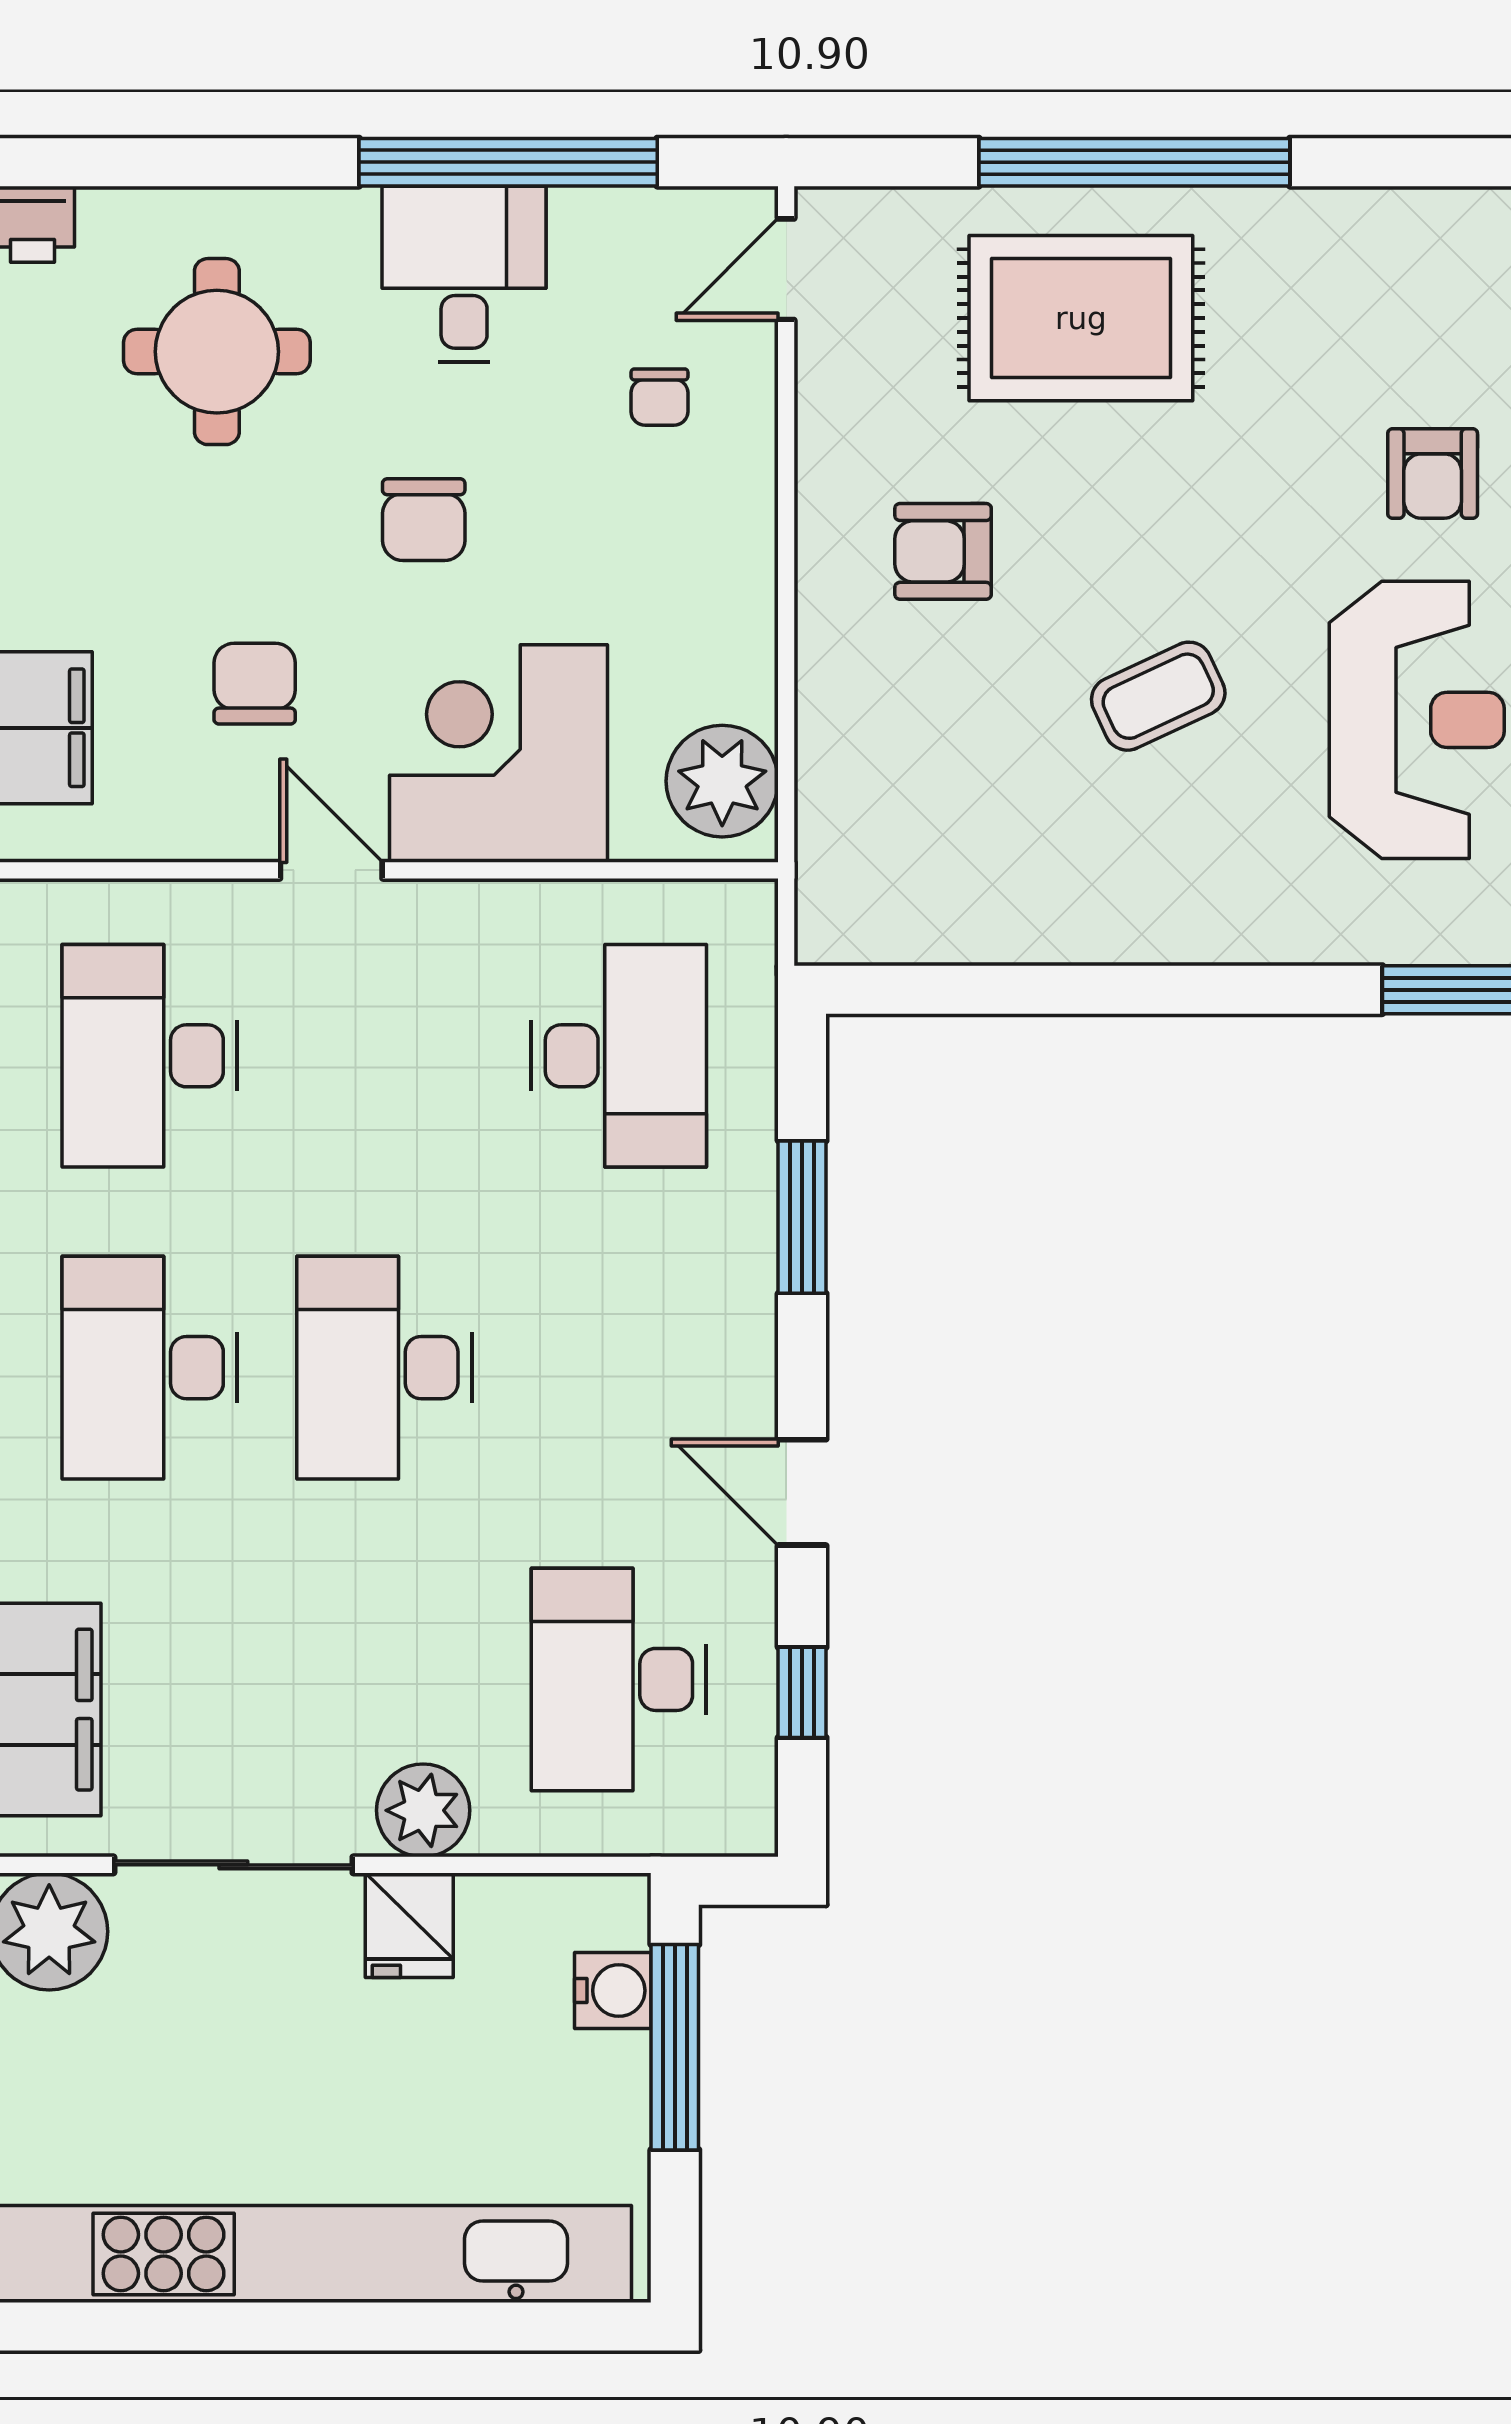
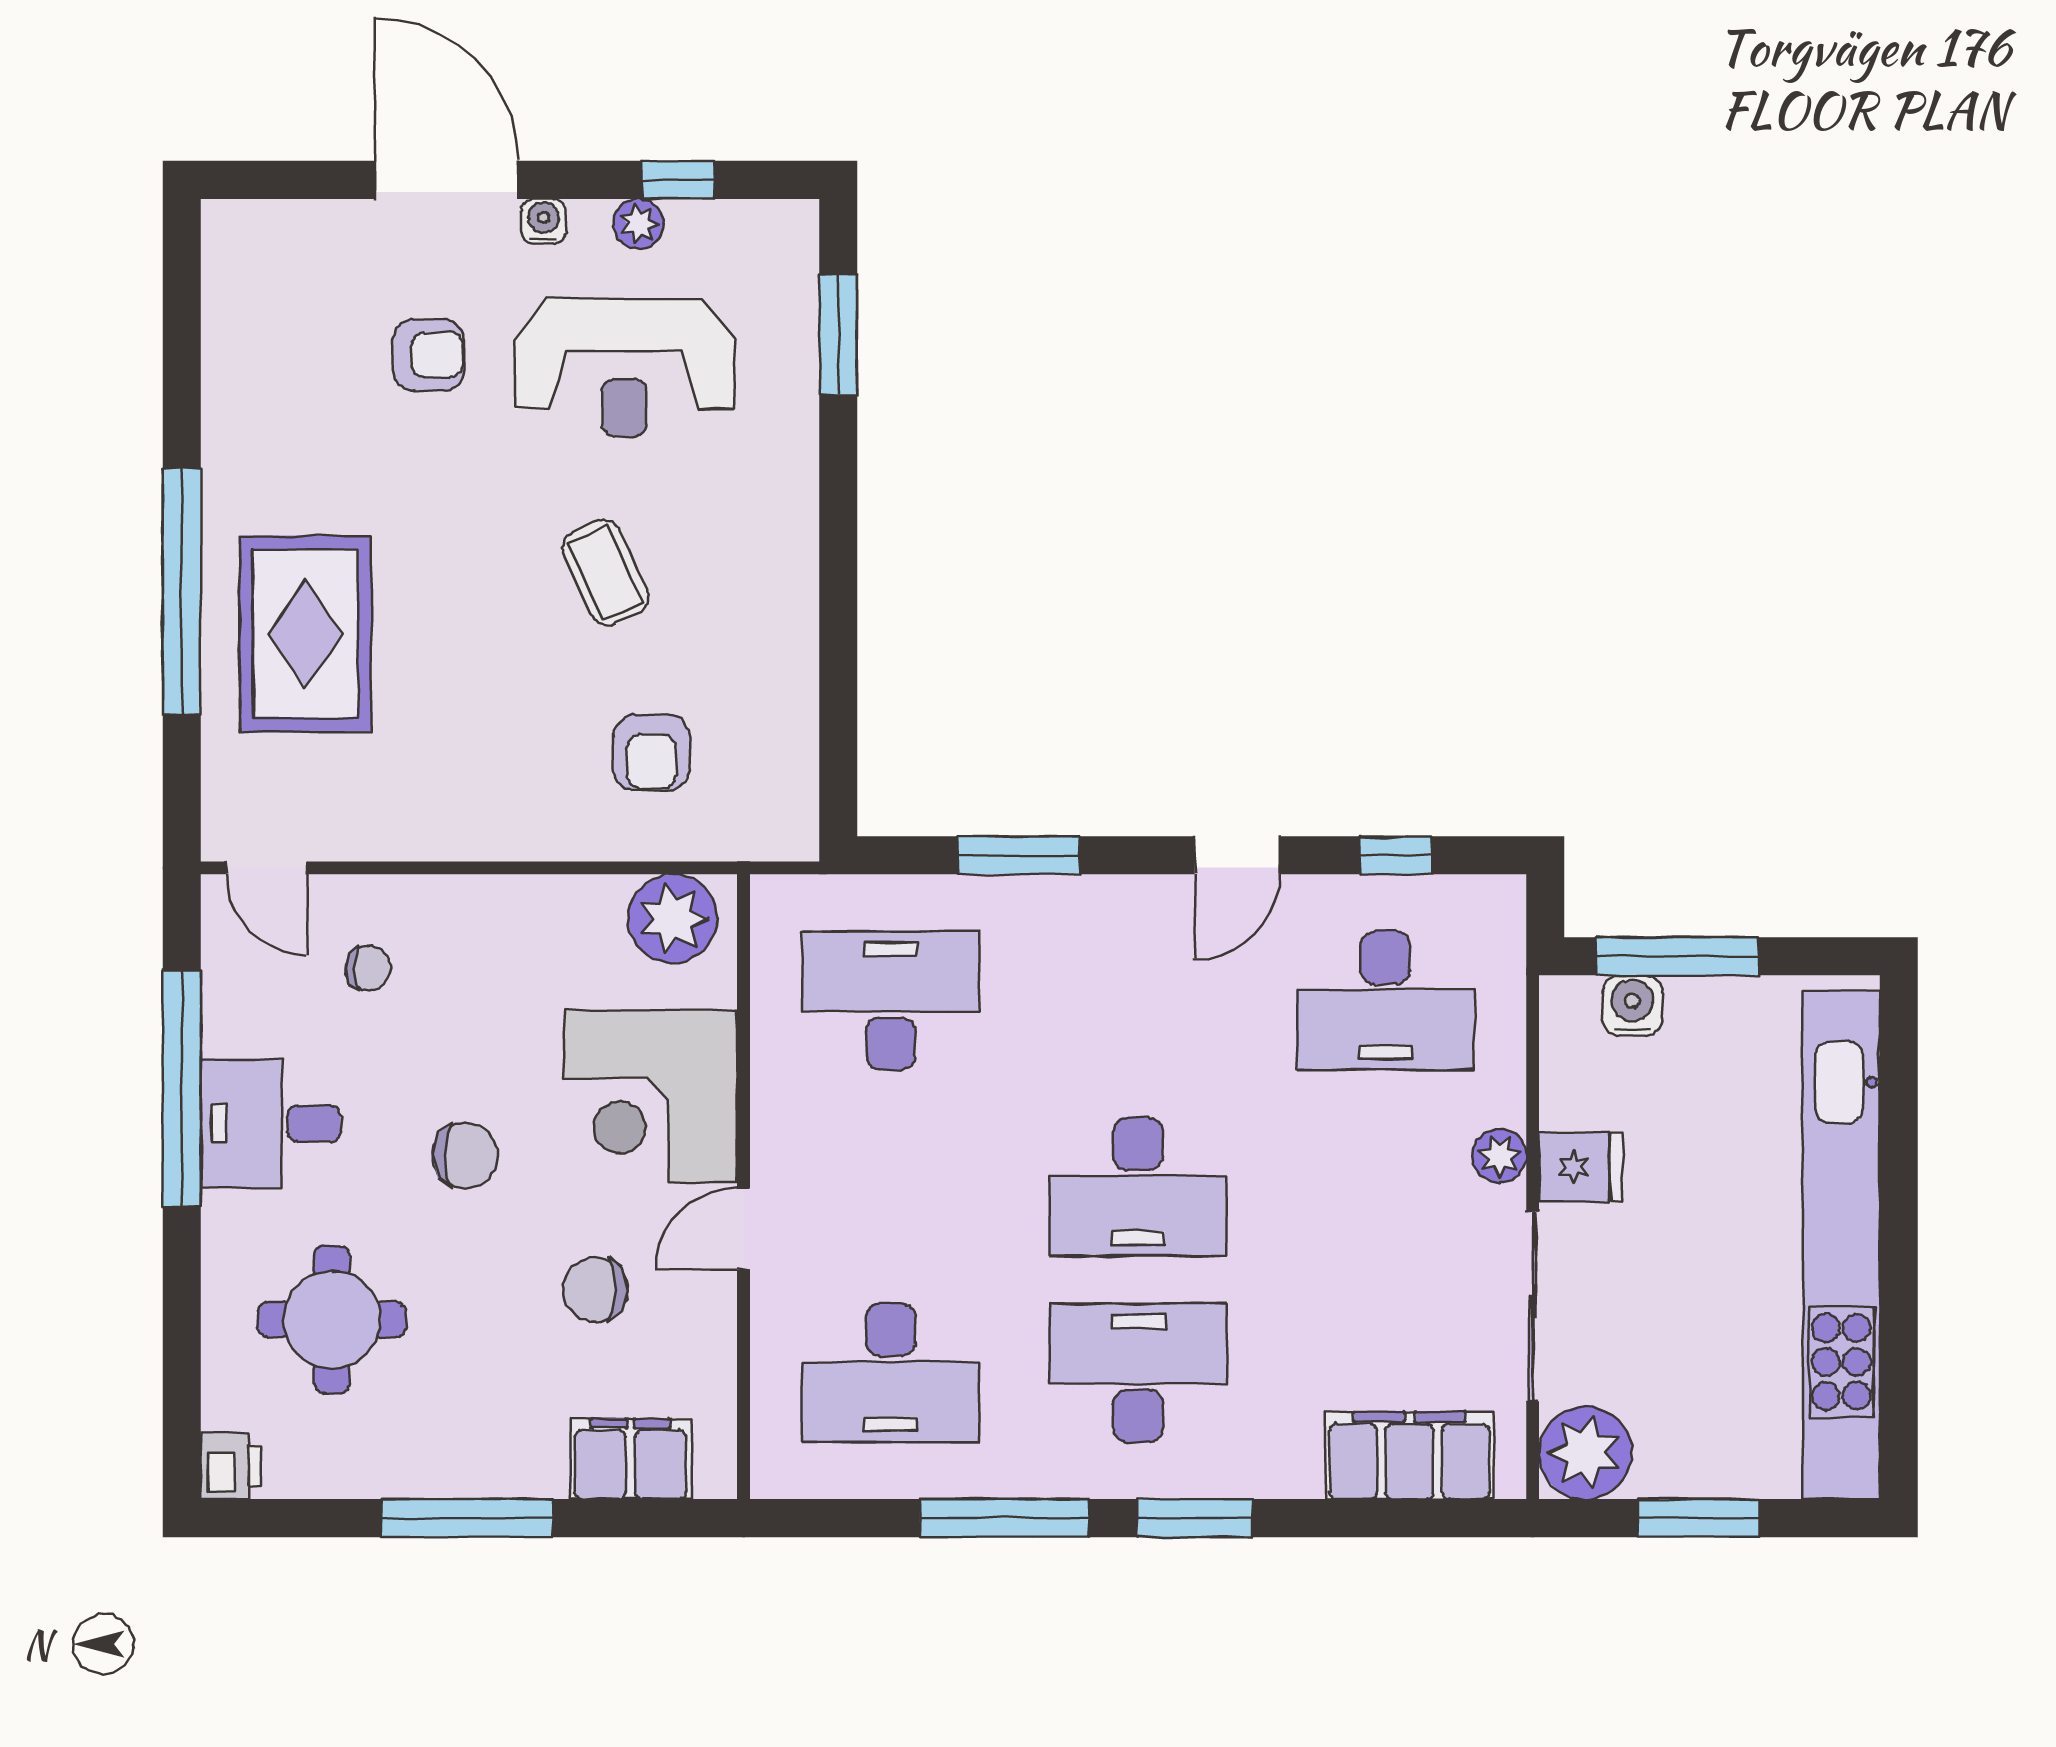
armchair: (943, 551) -> (651, 753), moved
reception desk: (1417, 720) -> (624, 368), turned 180
desk: (150, 1368) -> (1138, 1373), turned 180
plant: (423, 1810) -> (1499, 1156), width x0.73, depth x0.73

